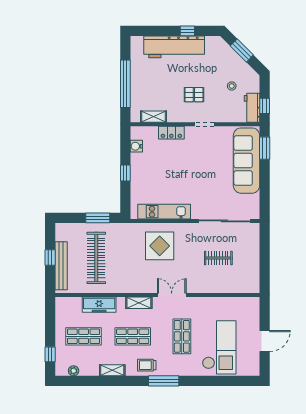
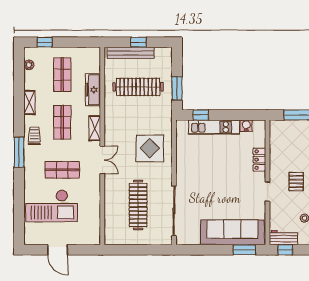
shelving: (153, 117) -> (275, 142), removed
window: (125, 173) -> (201, 115), moved
kitchen unit: (164, 212) -> (214, 127), moved, turned 90
clothes rail: (218, 258) -> (138, 205), width x1.86, depth x1.31

